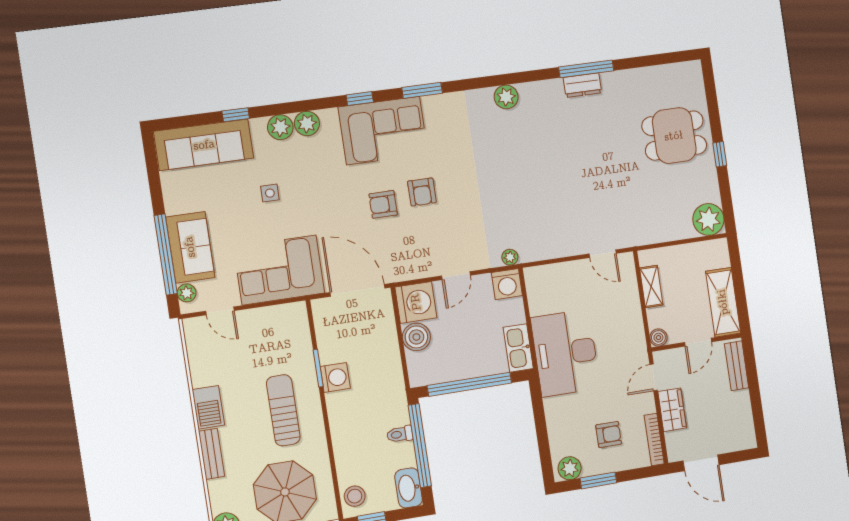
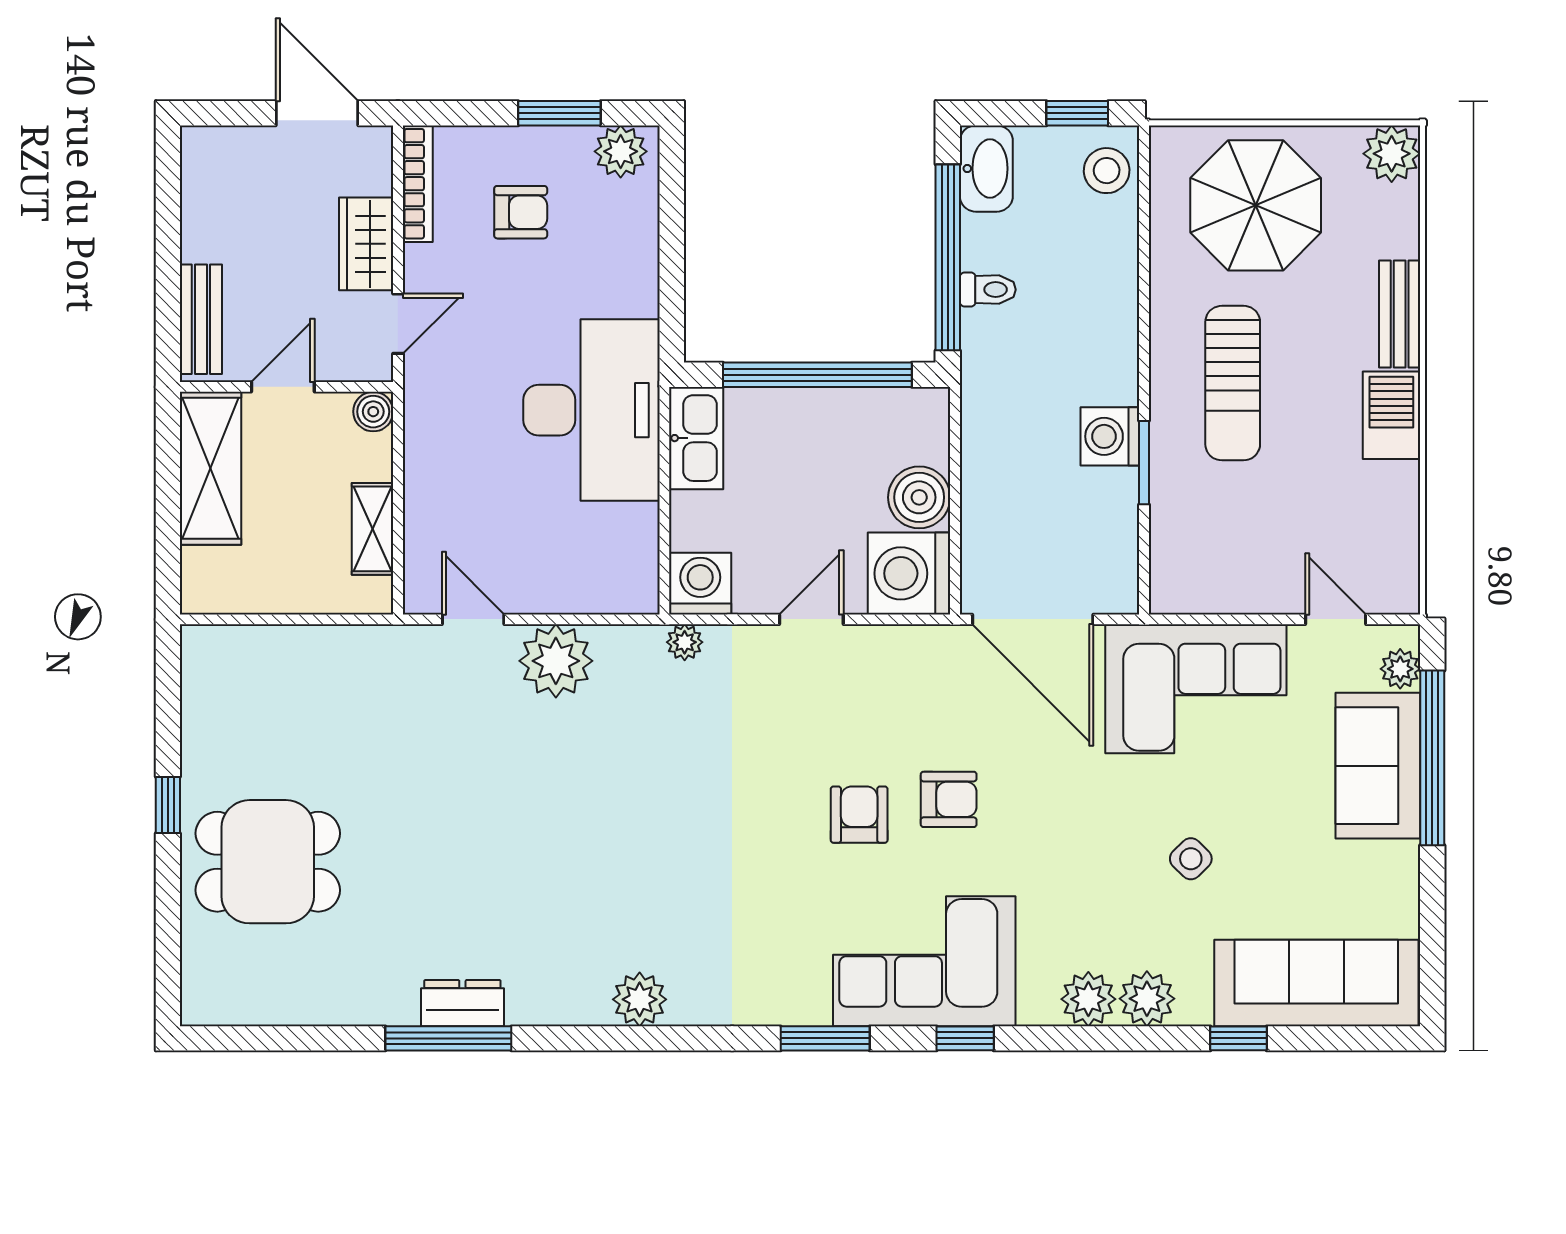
side table: (270, 193) -> (1191, 859), turned 45
plant: (708, 219) -> (556, 661), moved
armchair: (609, 435) -> (521, 212), turned 180

